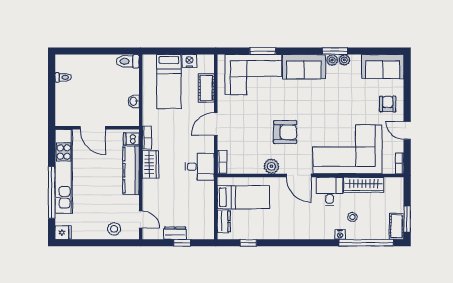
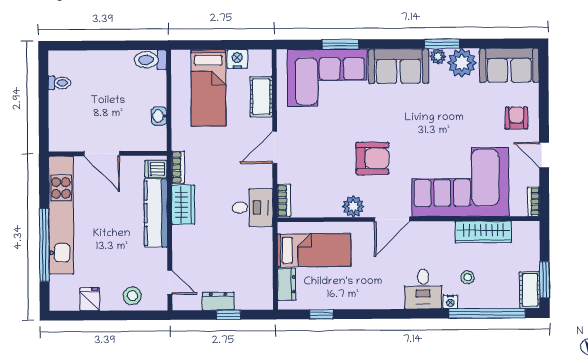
plant: (344, 60) -> (462, 63), width x1.87, depth x1.87
door: (299, 176) -> (392, 219), hinge flipped
desk: (330, 191) -> (423, 289), moved, turned 180
fridge: (63, 233) -> (90, 299), moved, turned -90

